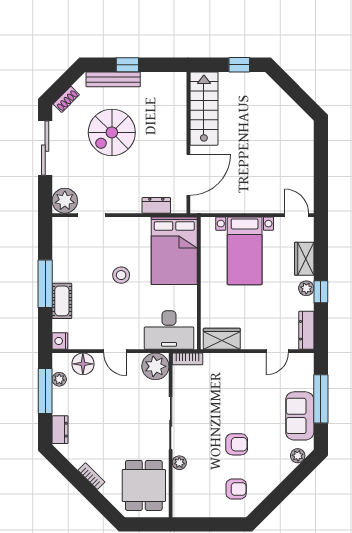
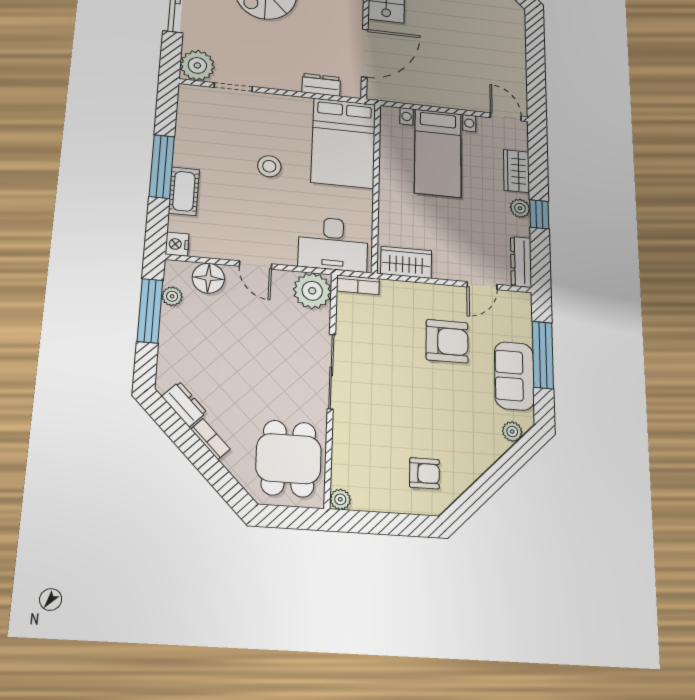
dresser: (60, 430) -> (184, 404), moved, turned -45
armchair: (237, 444) -> (447, 341), moved, width x1.38, depth x1.38
plant: (179, 463) -> (340, 499), moved

